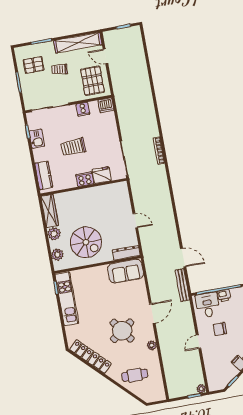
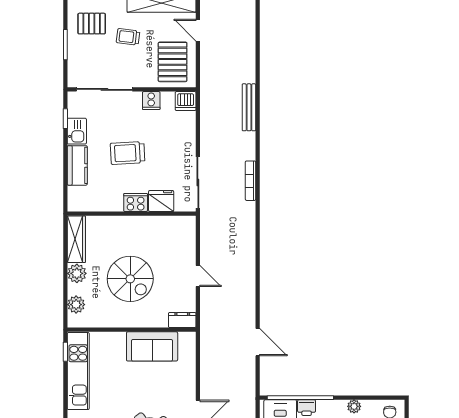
kitchen counter: (44, 175) -> (77, 165), moved
spiral stairs: (86, 242) -> (130, 279), moved
dresser: (126, 253) -> (182, 320), width x0.70
sofa: (126, 271) -> (152, 346), moved
bench: (182, 285) -> (249, 107), moved

